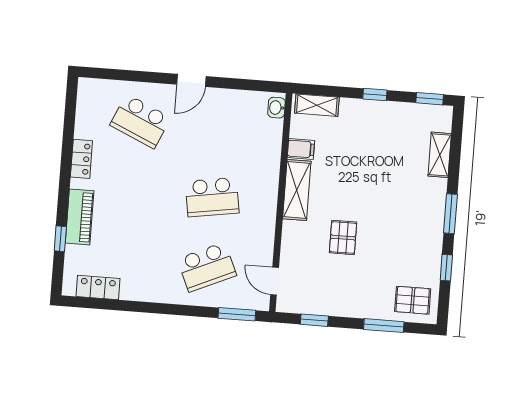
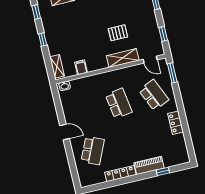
locker: (81, 159) -> (120, 174), width x1.53
shelving: (297, 190) -> (123, 58), moved
door: (275, 281) -> (150, 60), hinge flipped
locker: (98, 287) -> (176, 123), moved

